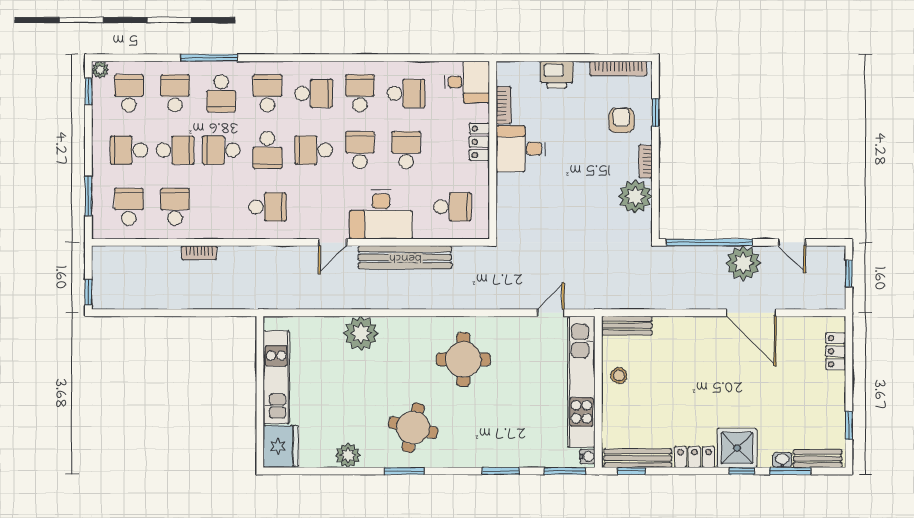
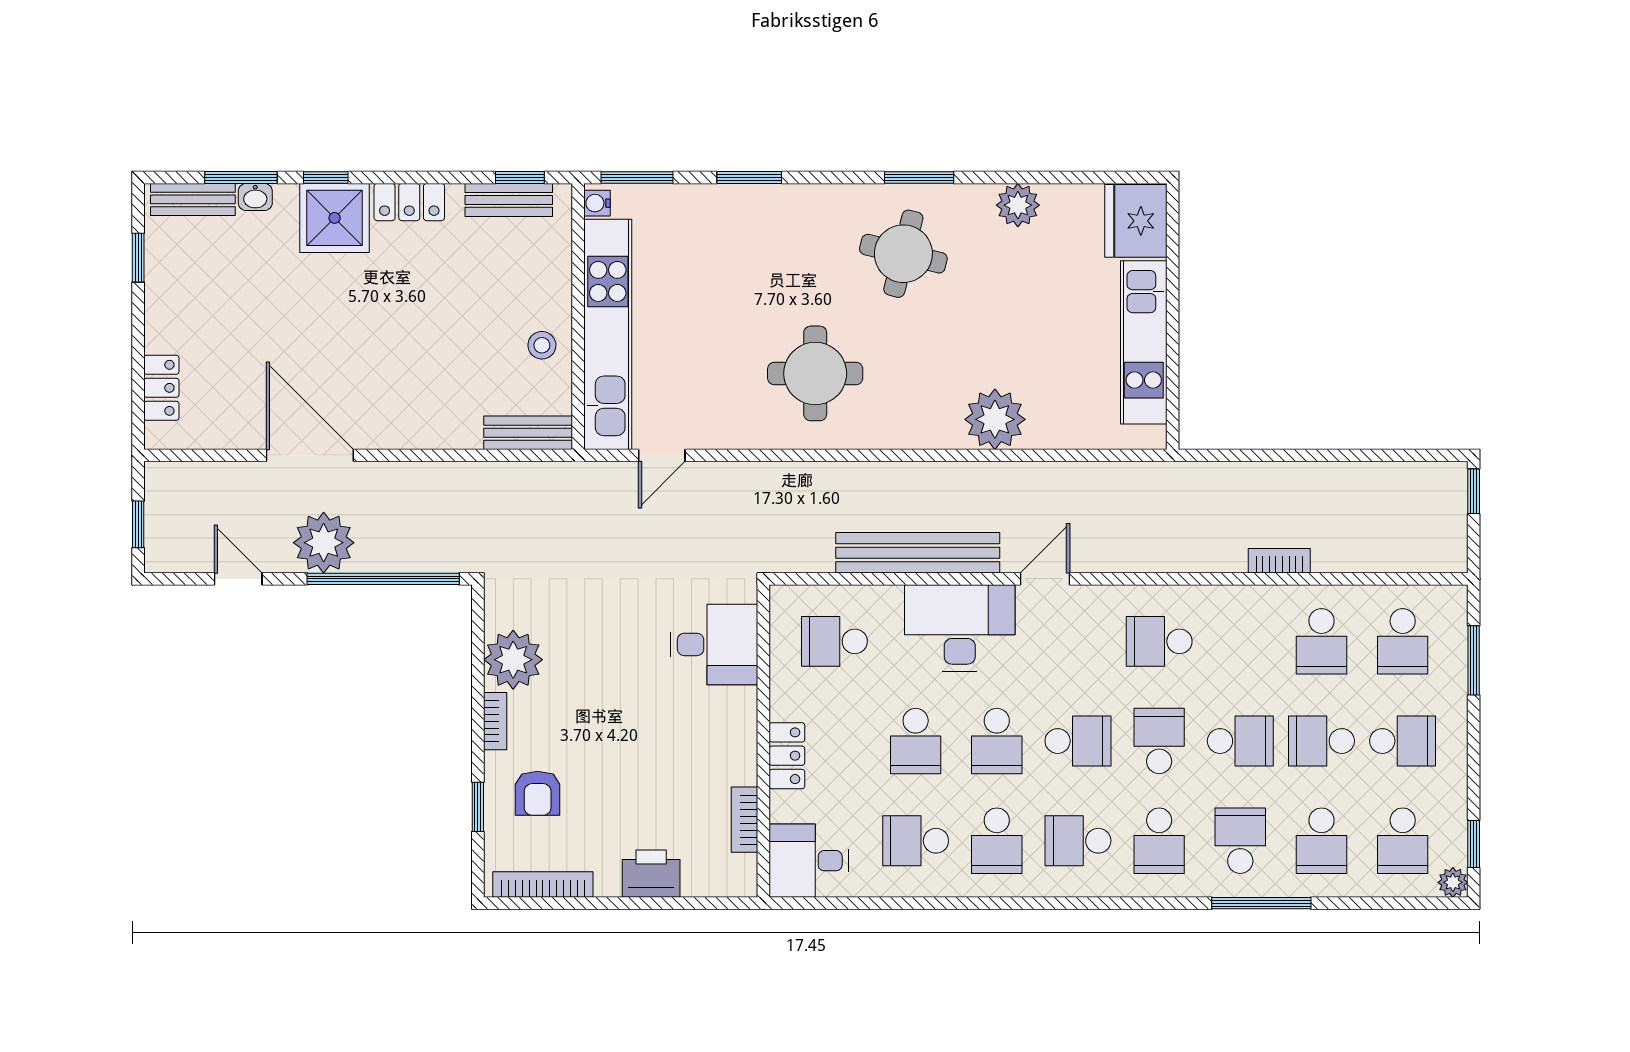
desk: (521, 149) -> (714, 644), moved
bench: (638, 458) -> (509, 200), width x0.73

